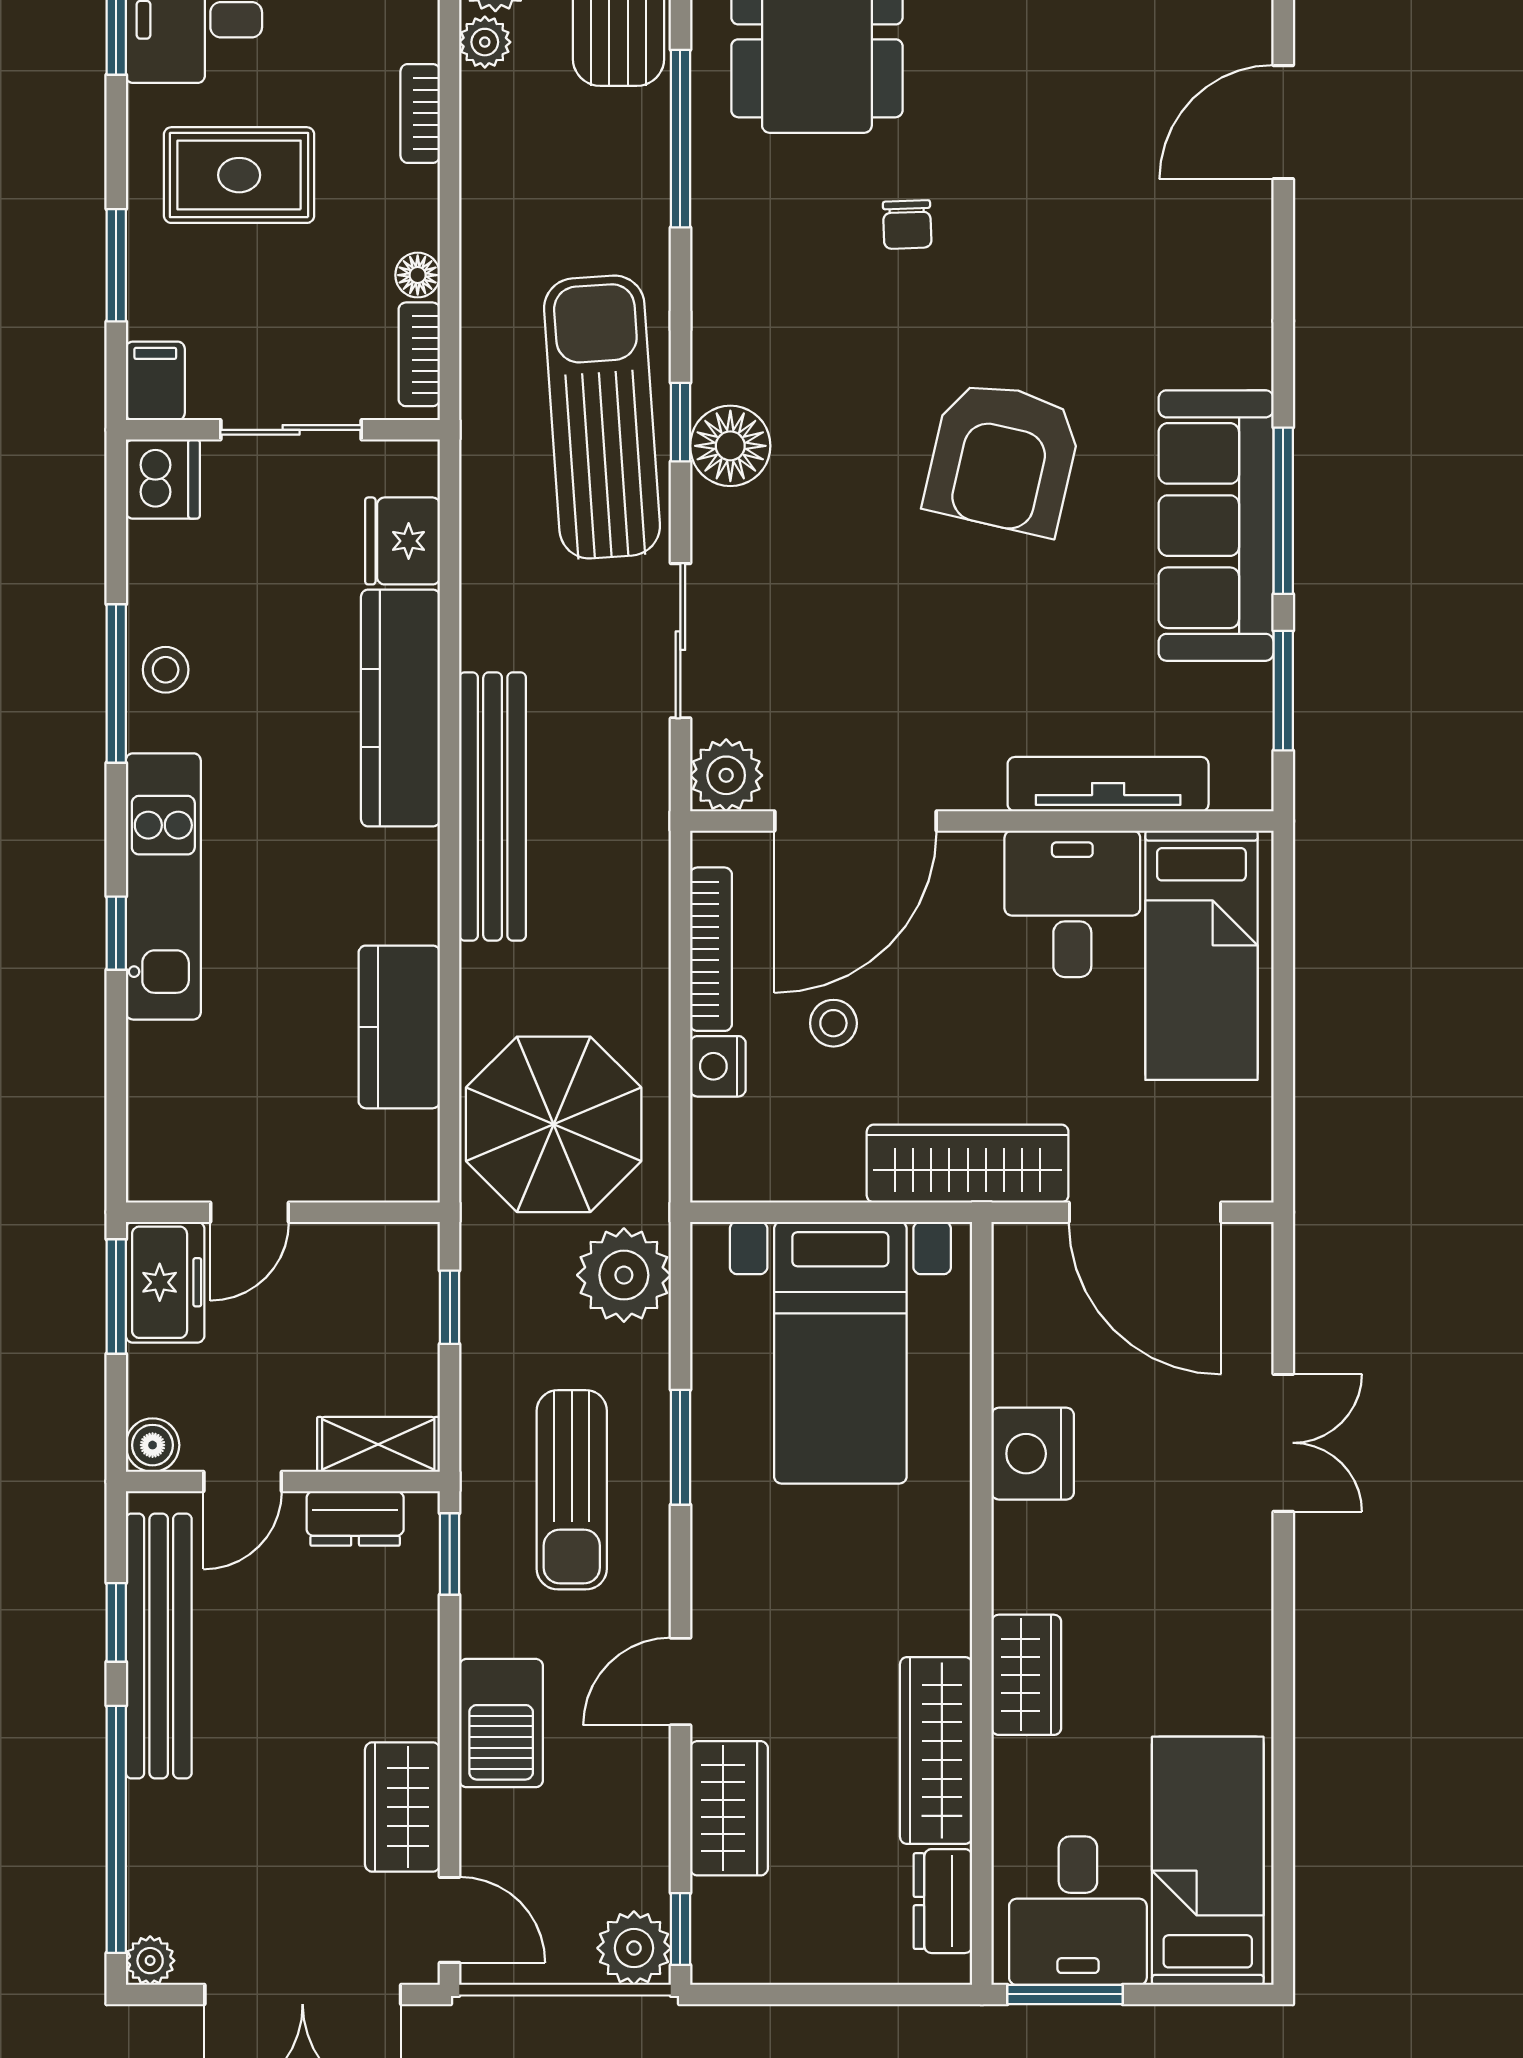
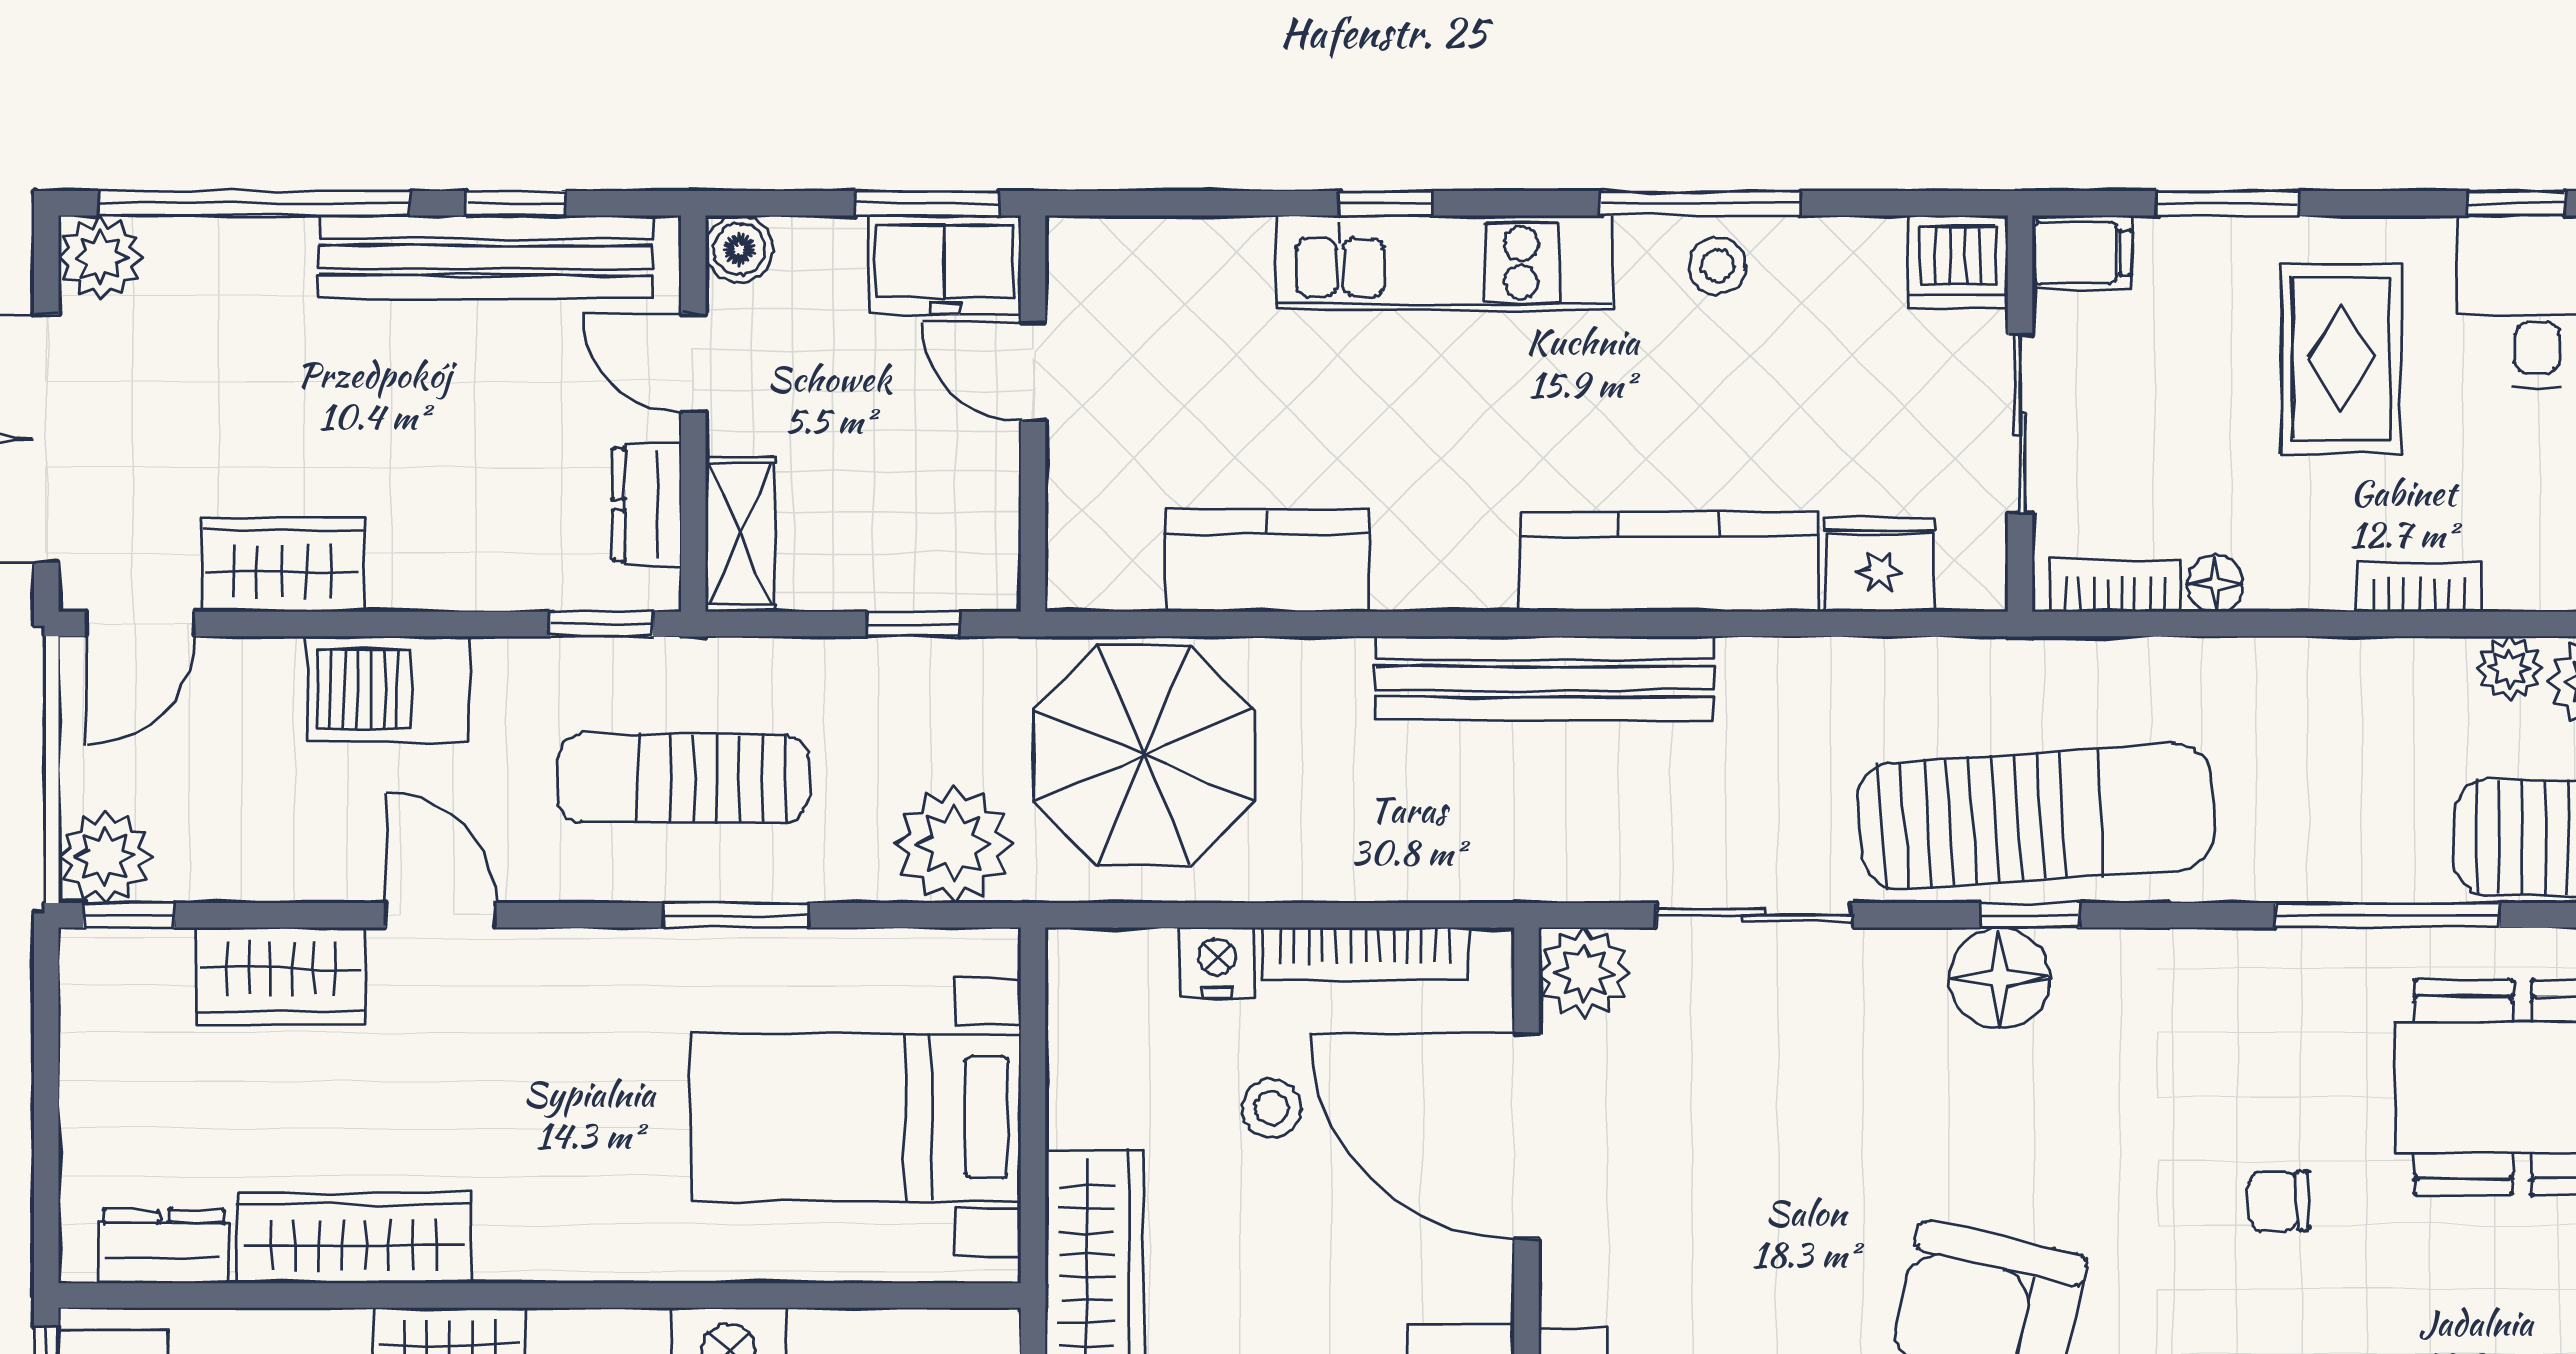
plant: (150, 1961) -> (101, 258), width x1.38, depth x1.38

